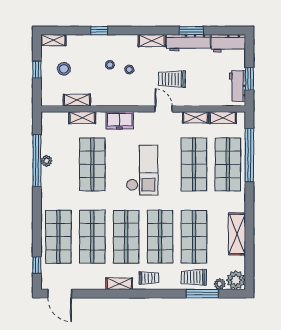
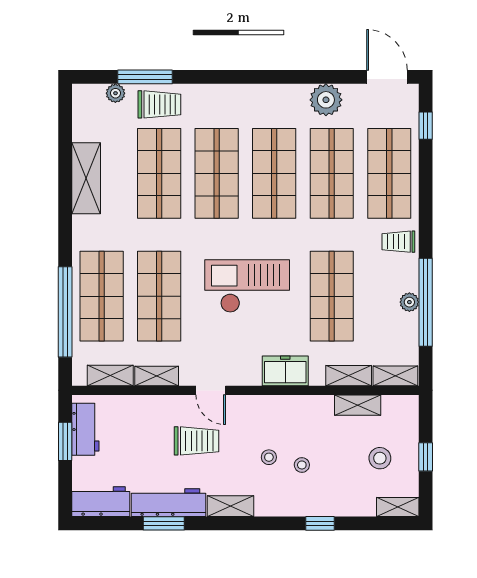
checkout: (142, 170) -> (247, 286), turned 90
trolley: (149, 278) -> (398, 242), moved
plant: (236, 280) -> (326, 100), moved
shelving: (119, 284) -> (395, 376), moved

